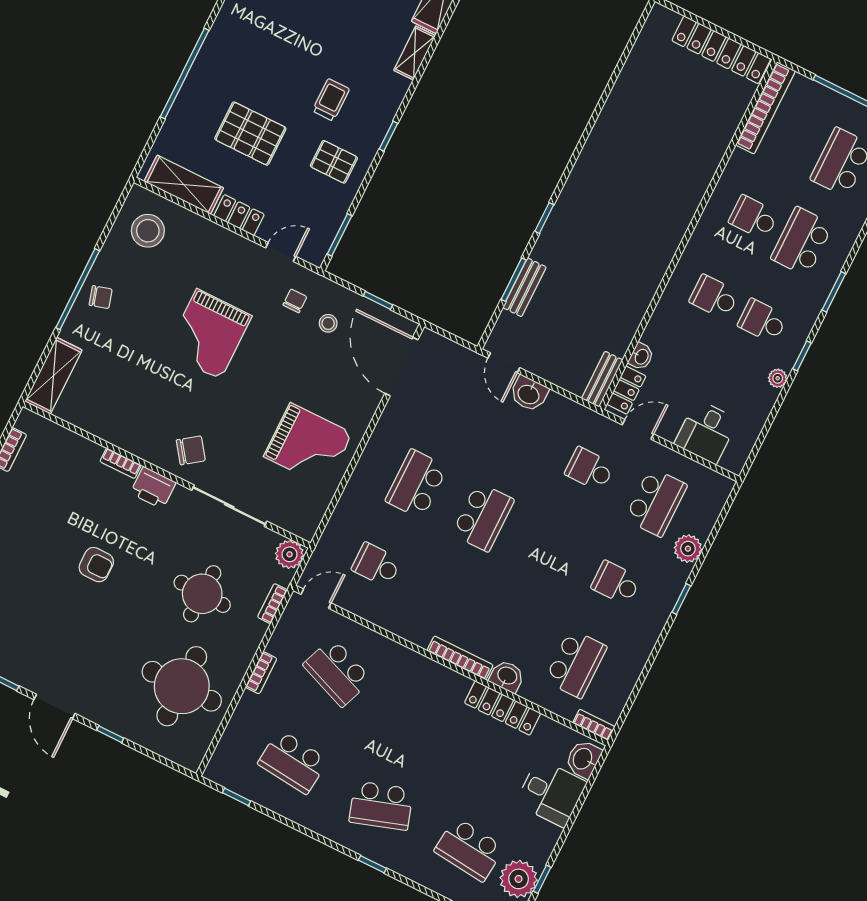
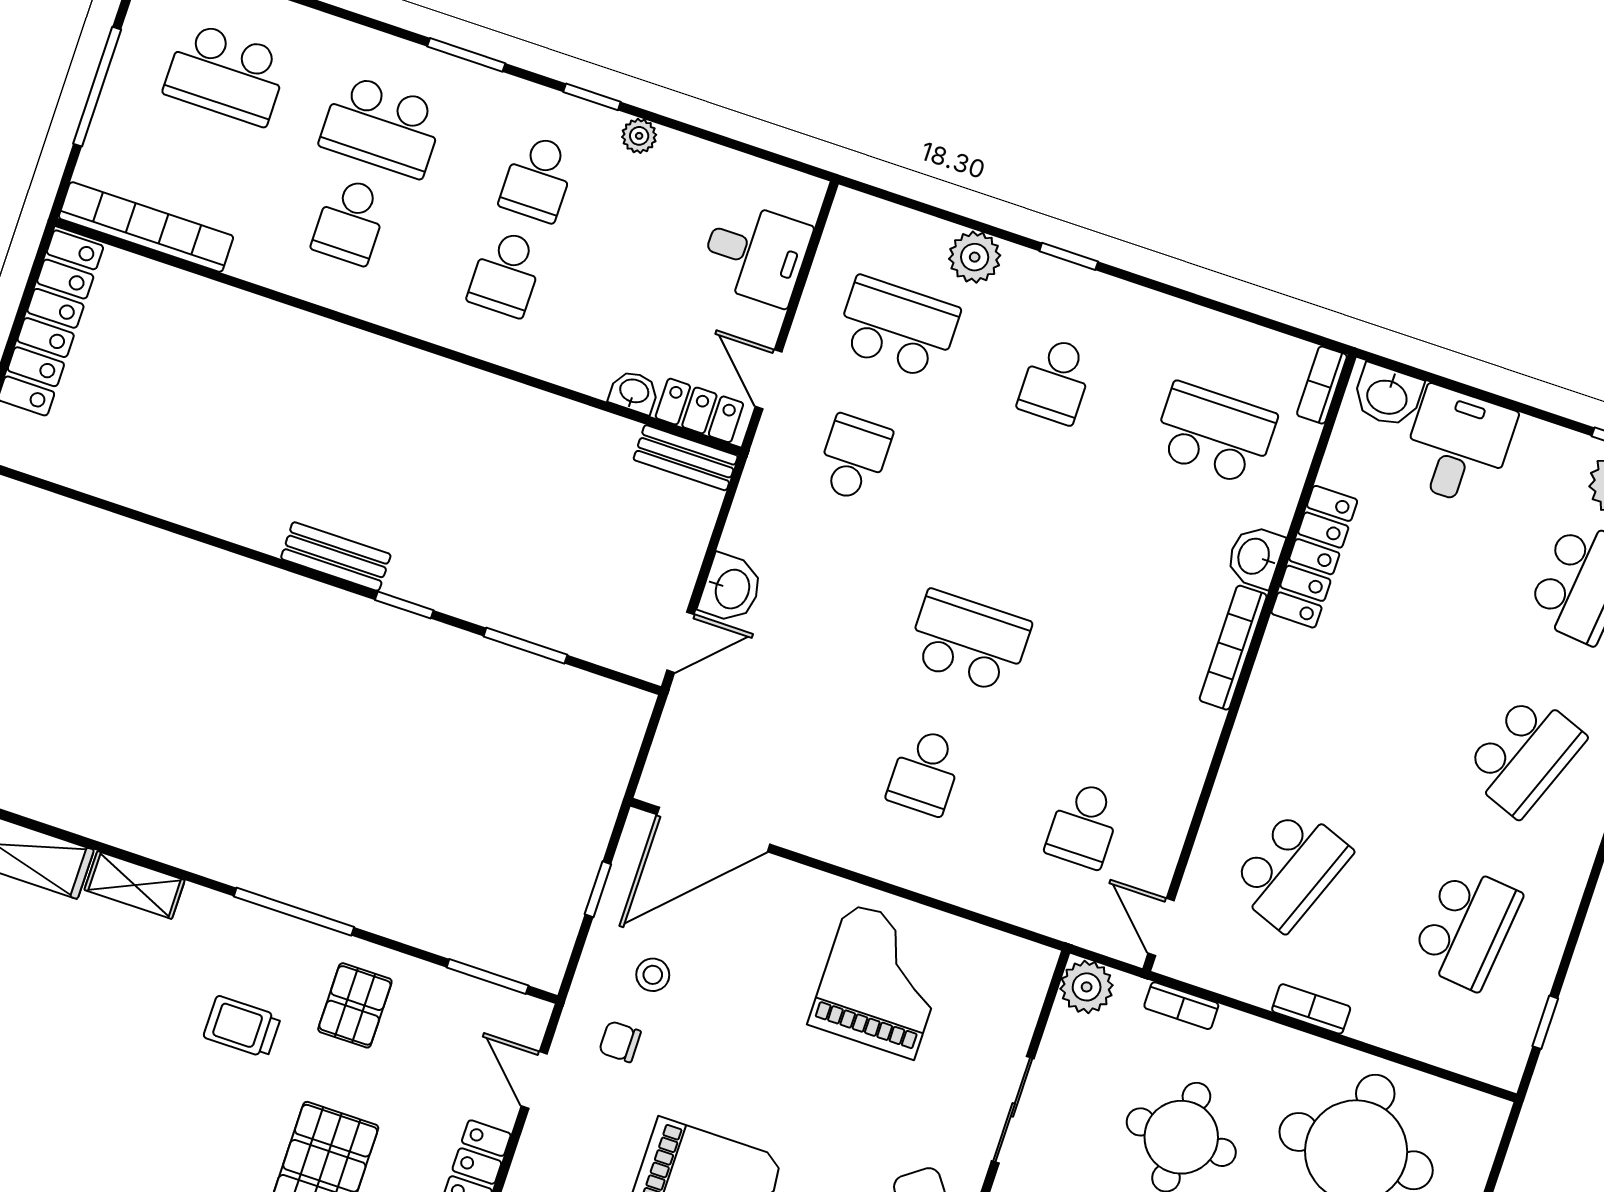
window: (389, 136) -> (294, 912), width x2.17
bench: (524, 287) -> (336, 556), moved
school desk: (590, 469) -> (854, 458), turned 180
school desk: (416, 484) -> (925, 772), width x0.54
sliding door: (229, 506) -> (1013, 1110), width x0.73
school desk: (381, 806) -> (1524, 755), turned 39

